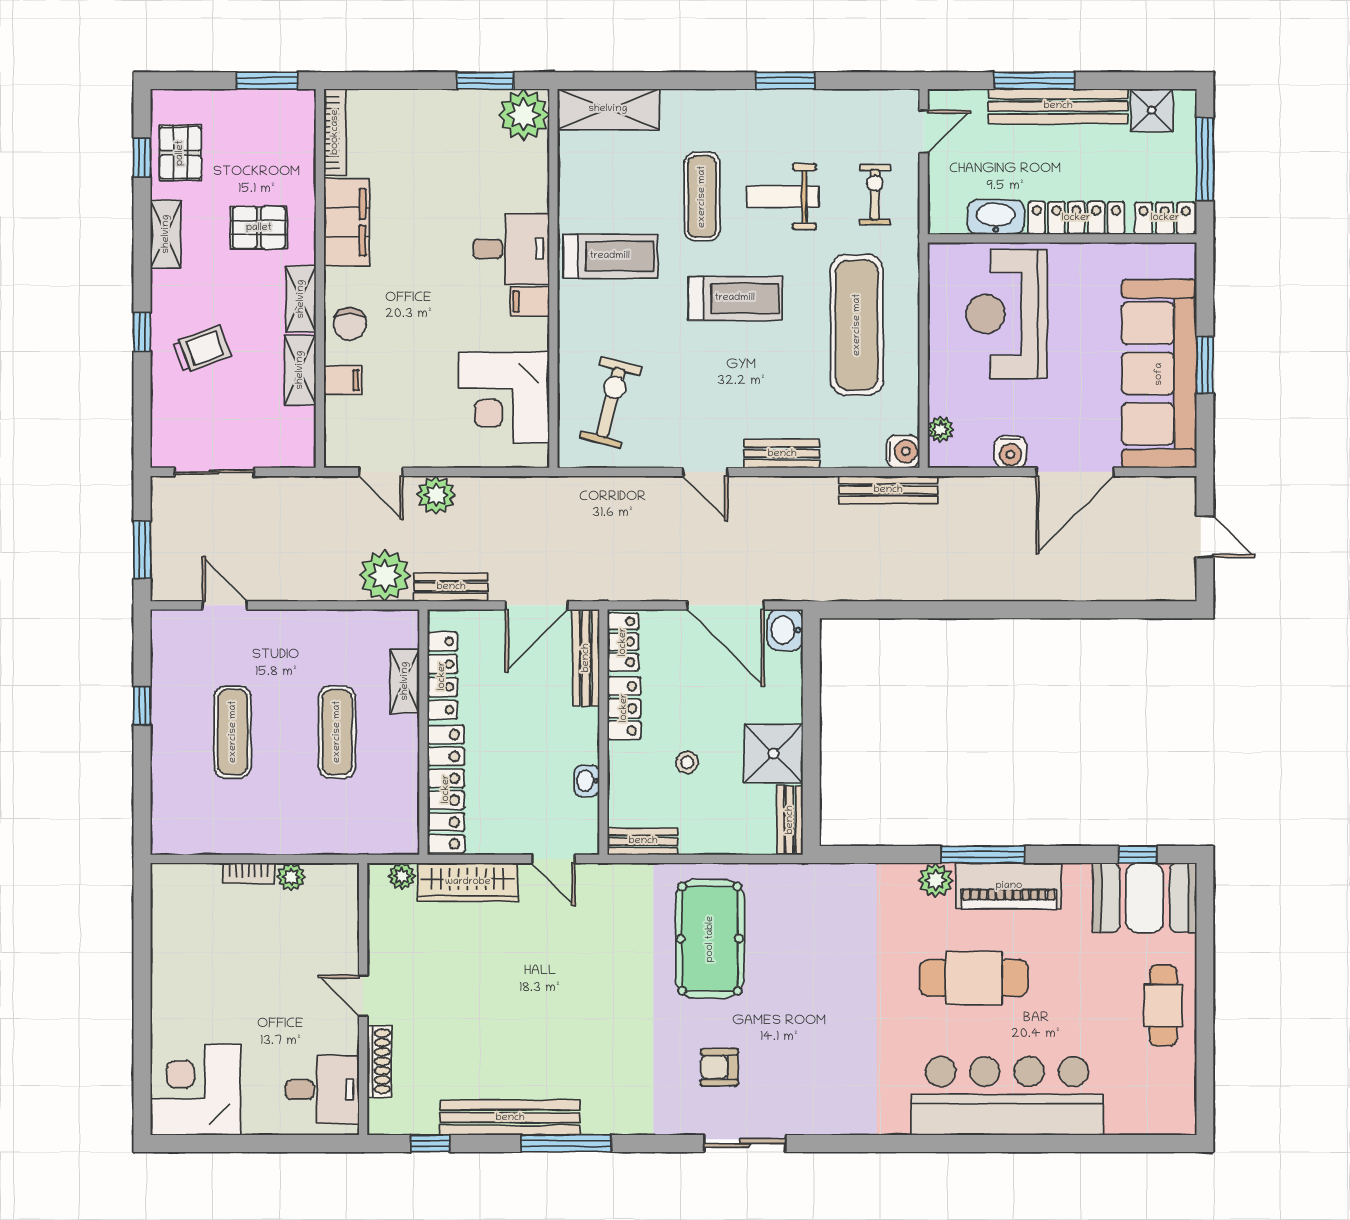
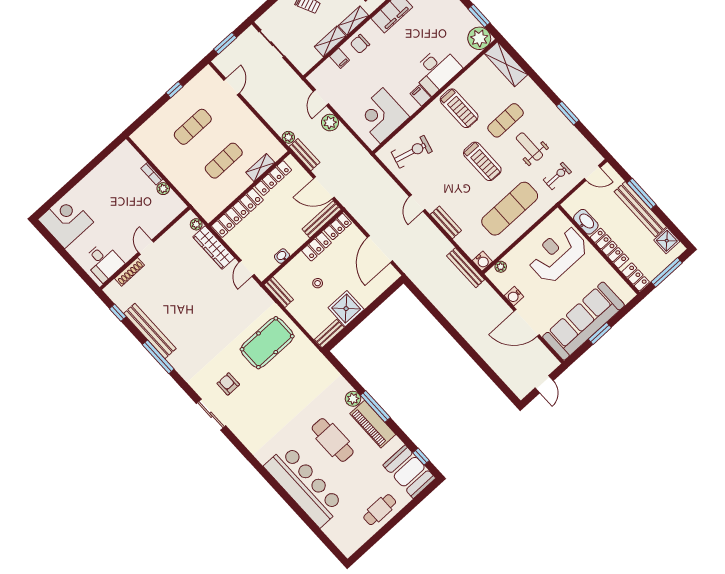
desk: (511, 249) -> (436, 70), width x1.37
plant: (385, 575) -> (288, 137), width x0.53, depth x0.53
washbasin: (785, 630) -> (390, 276), removed

